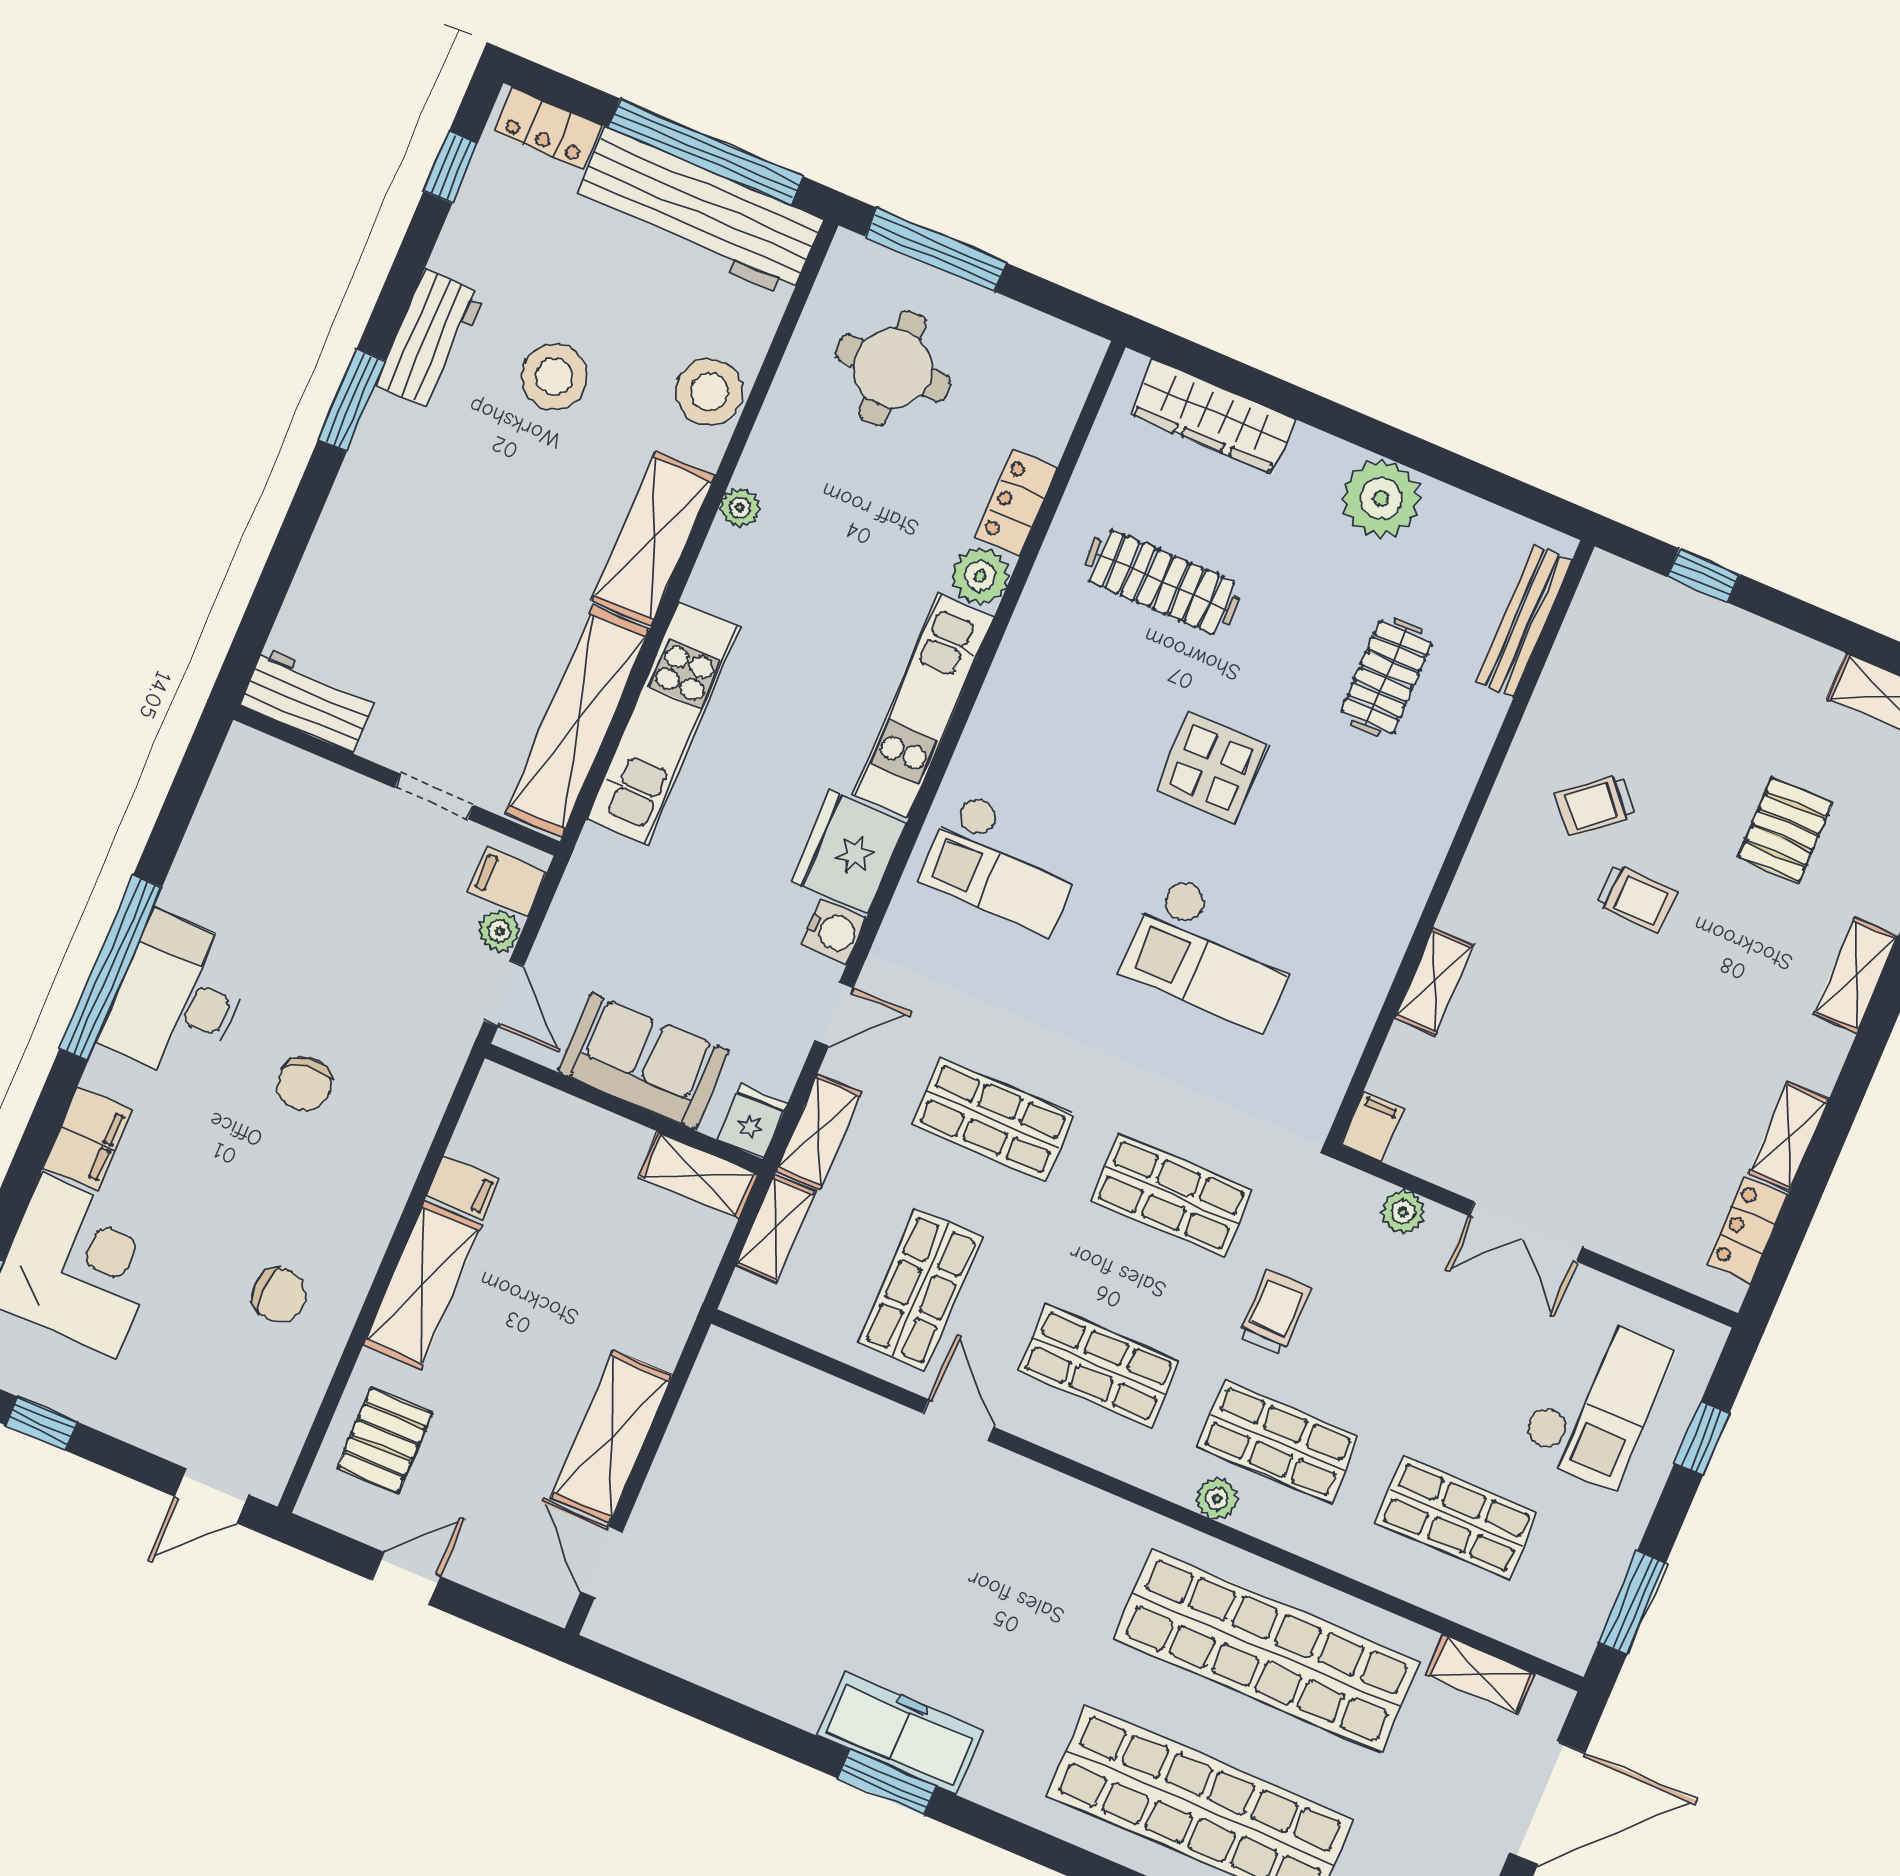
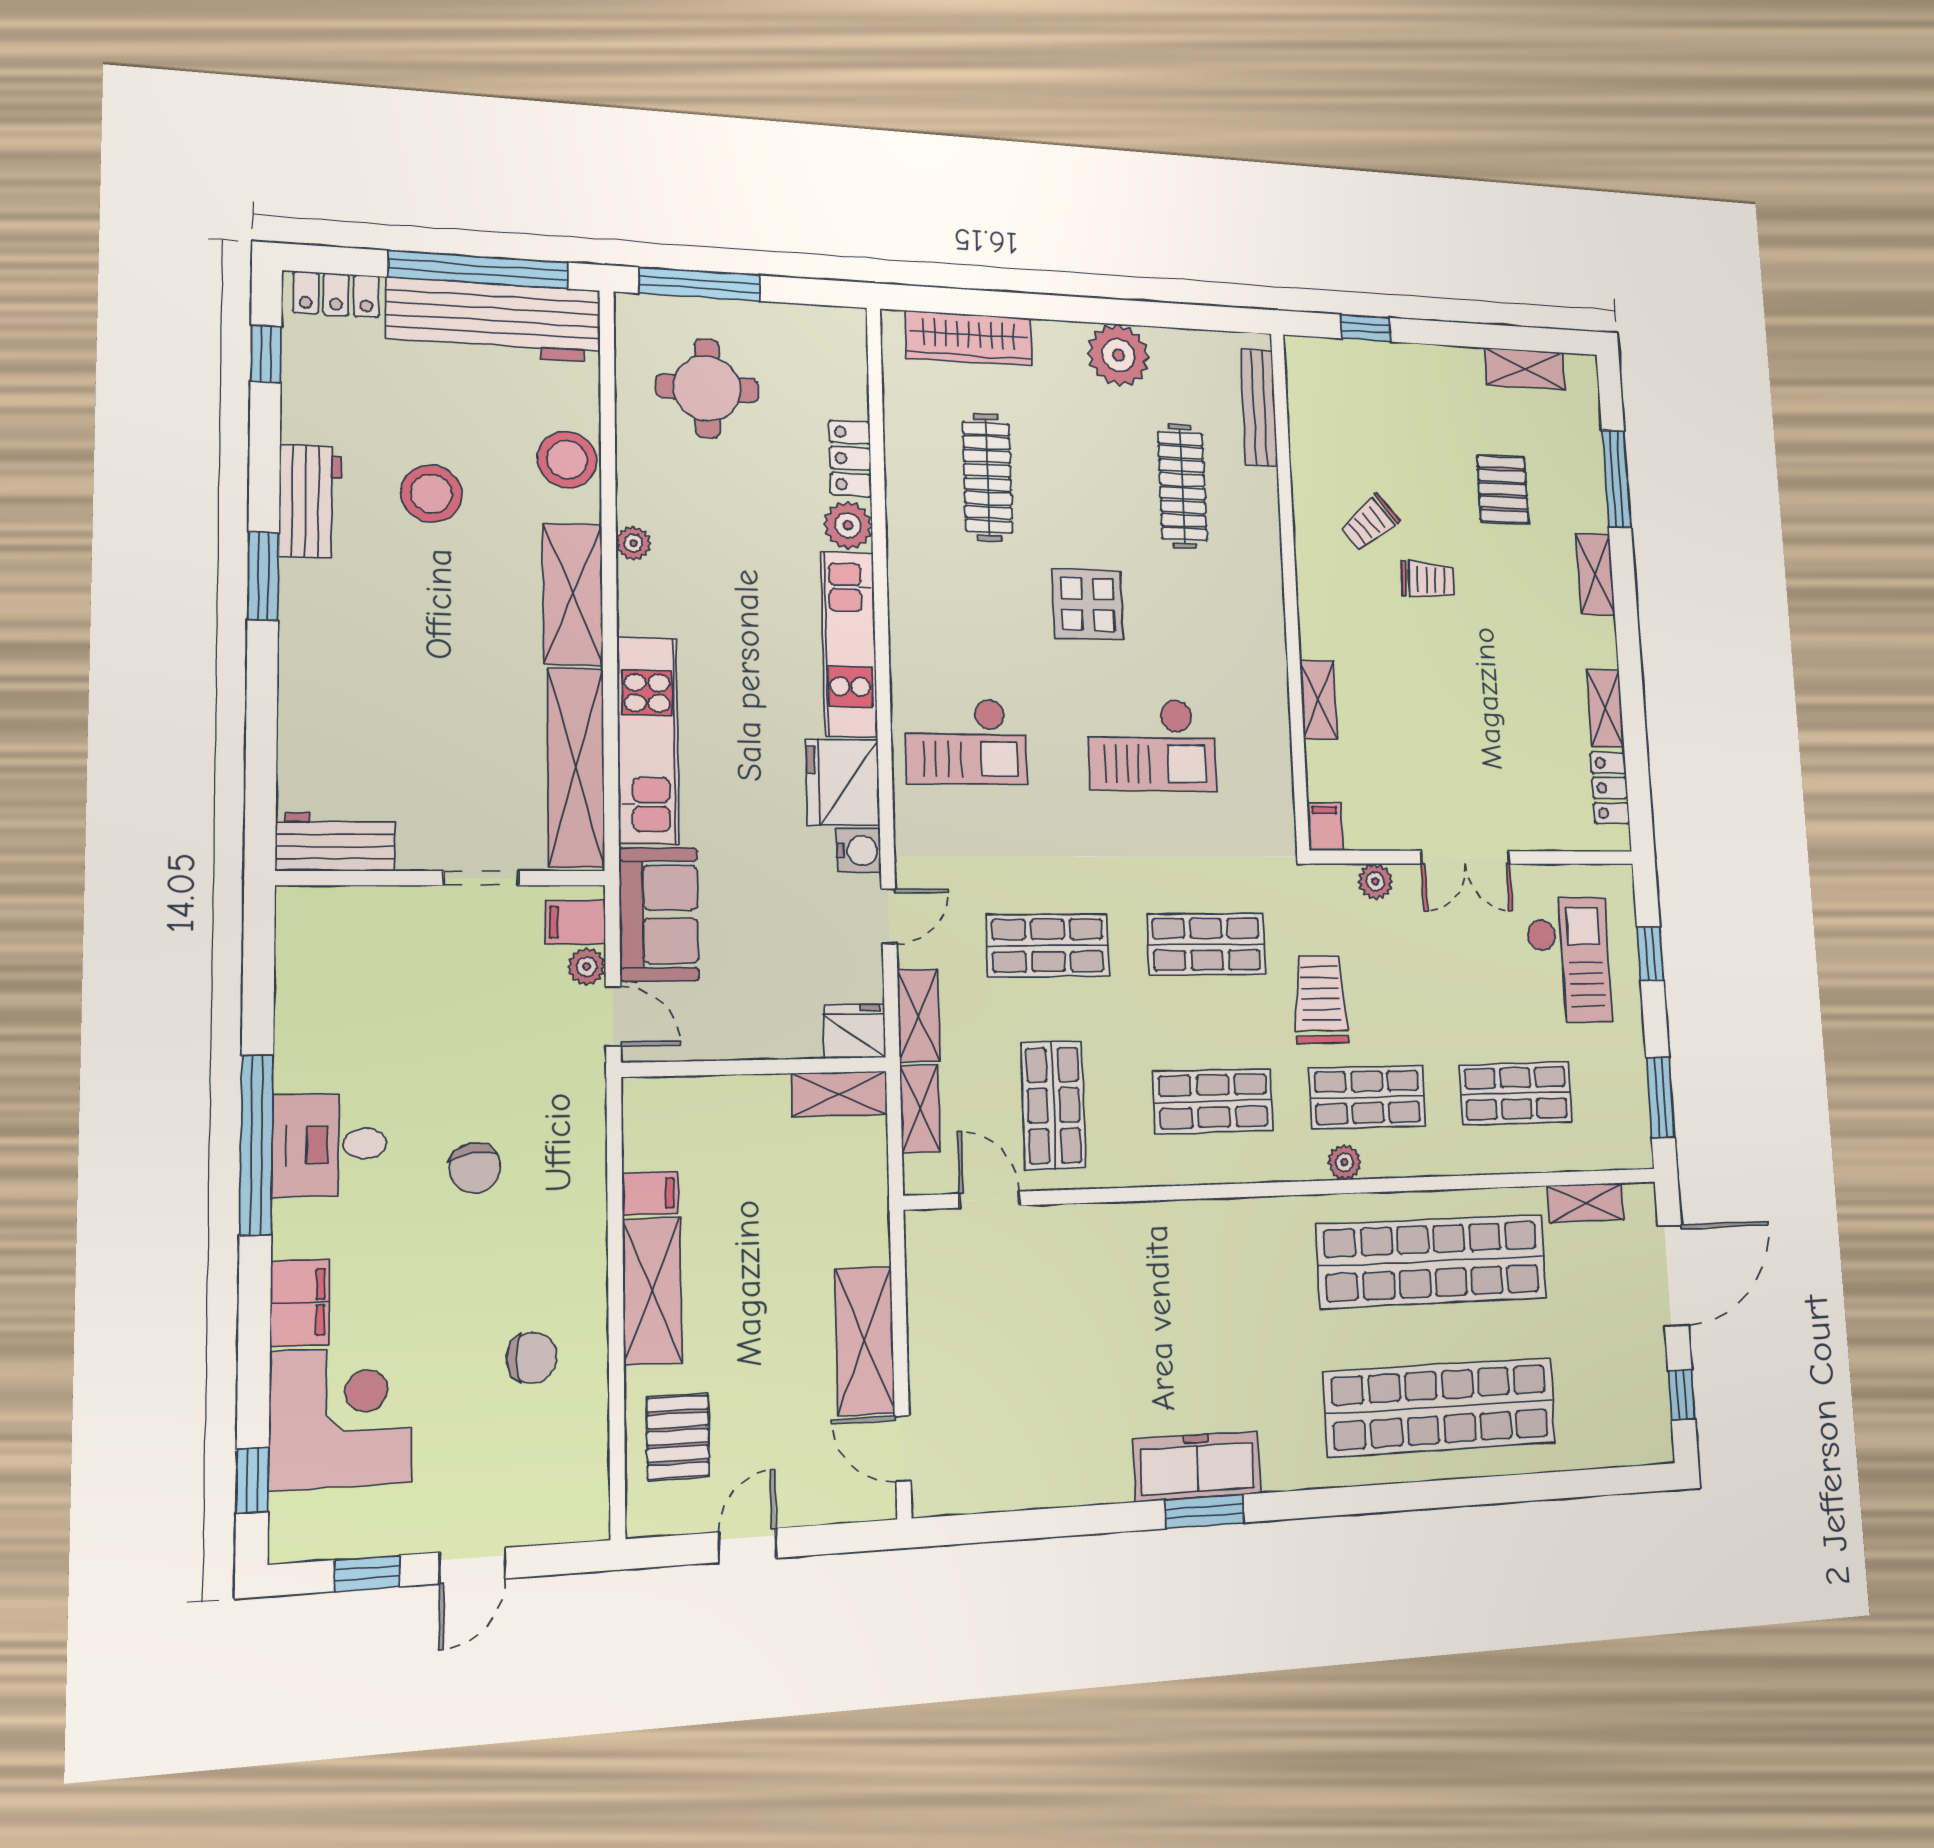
clothes rail: (1162, 582) -> (988, 477), turned 90
clothes rail: (1386, 677) -> (1182, 486), width x1.36
desk: (178, 998) -> (330, 1144), width x0.73
sofa: (643, 1061) -> (659, 914), moved, turned 90
fridge: (752, 1122) -> (854, 1031), width x1.38
trolley: (1275, 1312) -> (1321, 1000), width x1.36, depth x1.39
door: (958, 1420) -> (990, 1200), moved
door: (212, 1496) -> (472, 1565), moved

